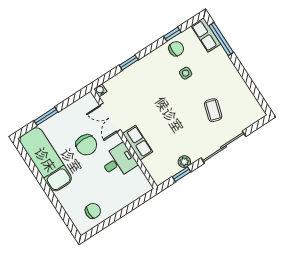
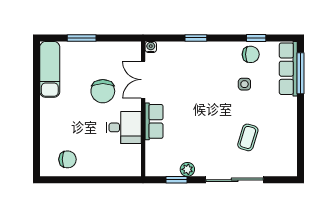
row of seats: (206, 35) -> (288, 69), width x1.48
exam couch: (46, 159) -> (50, 69), width x0.73, depth x0.69

